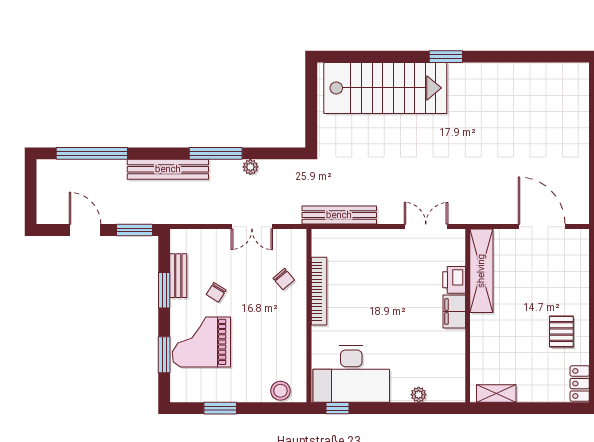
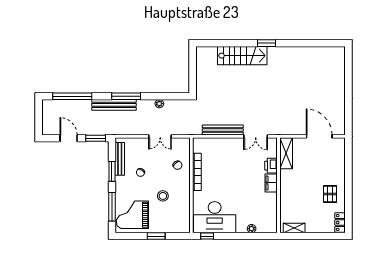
stairs: (385, 88) -> (242, 56), width x0.73, depth x0.66
window: (216, 153) -> (126, 96), moved
bench: (339, 215) -> (223, 130), moved
double door: (426, 227) -> (256, 136), swing flipped
shelving: (481, 271) -> (286, 153), width x0.68
bench: (178, 276) -> (120, 159), width x1.36
grand piano: (201, 342) -> (132, 215), moved
window: (164, 355) -> (112, 207), width x1.44
stool: (280, 391) -> (163, 196), moved
window: (220, 408) -> (156, 236), moved

